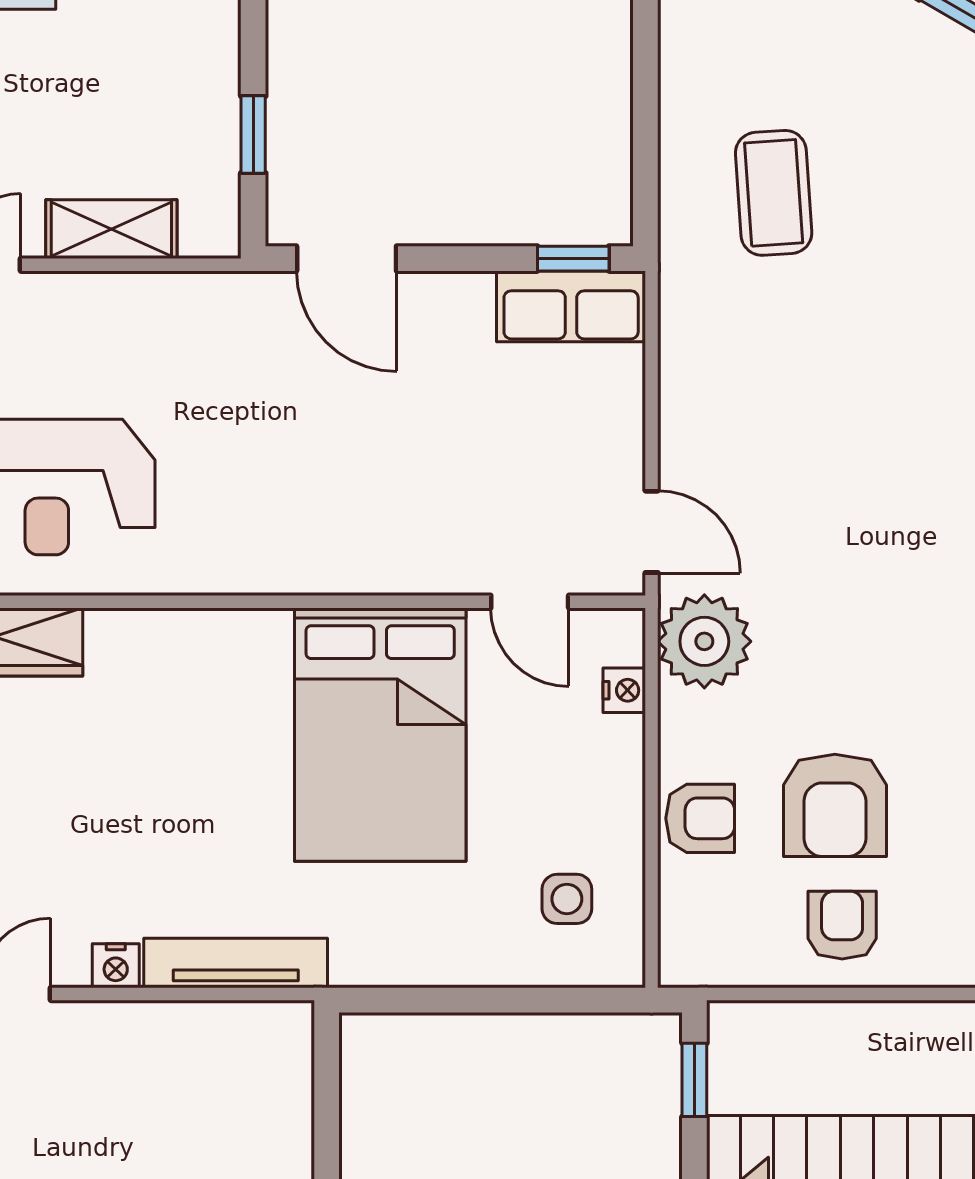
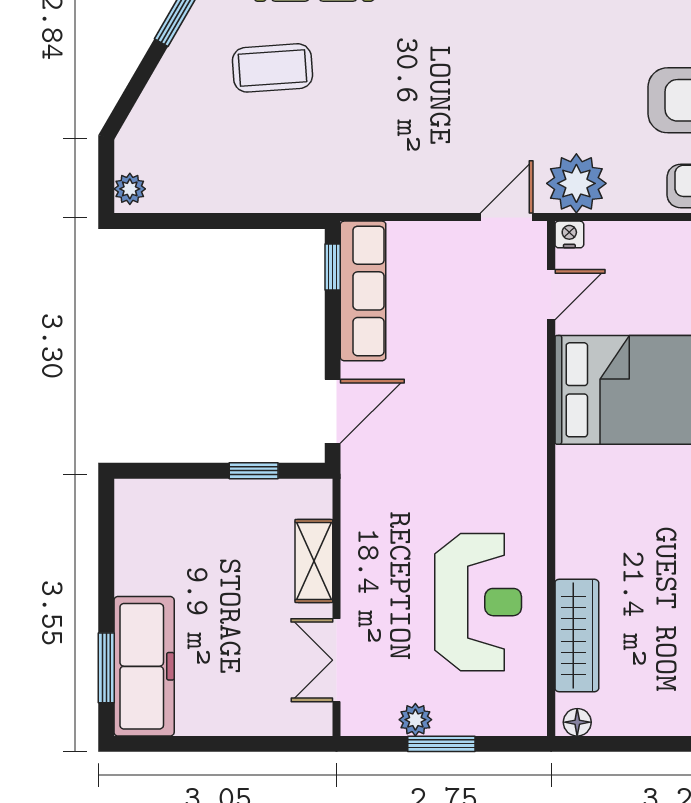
coffee table: (774, 193) -> (272, 68), moved
row of seats: (571, 306) -> (363, 291), width x1.48
nightstand: (624, 690) -> (569, 234), moved

